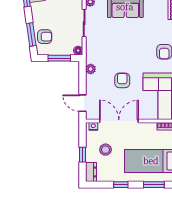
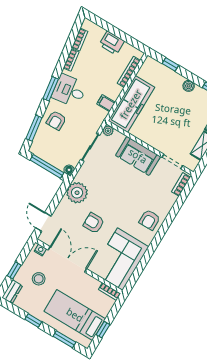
armchair: (45, 37) -> (56, 120), moved, turned 90
window: (59, 58) -> (47, 166), width x1.44
plant: (91, 69) -> (77, 193), width x1.88, depth x1.88
armchair: (122, 80) -> (94, 223), turned -90

